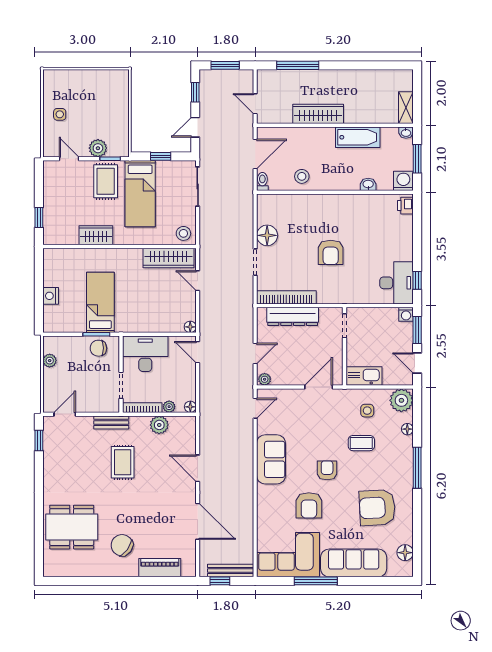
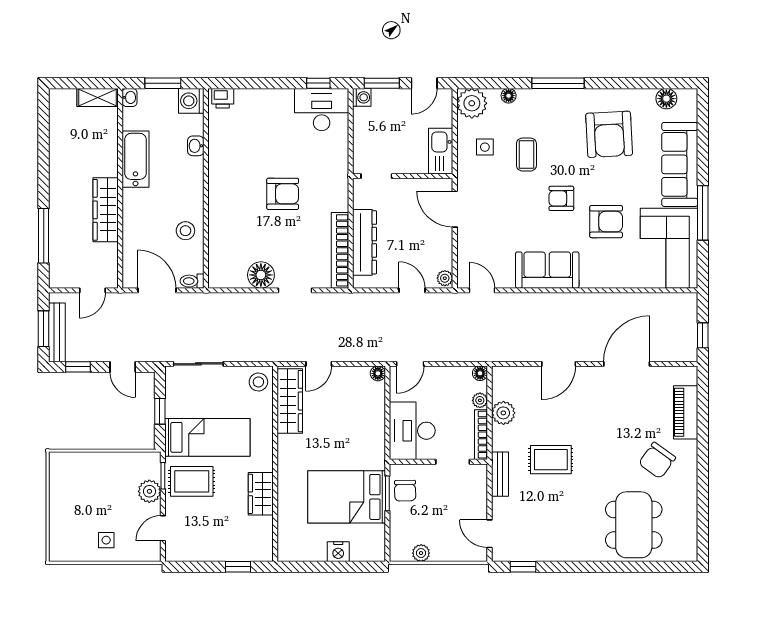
bed: (100, 302) -> (347, 497), width x1.50
bench: (231, 571) -> (57, 332), moved

